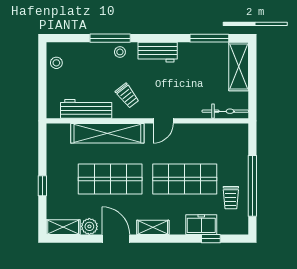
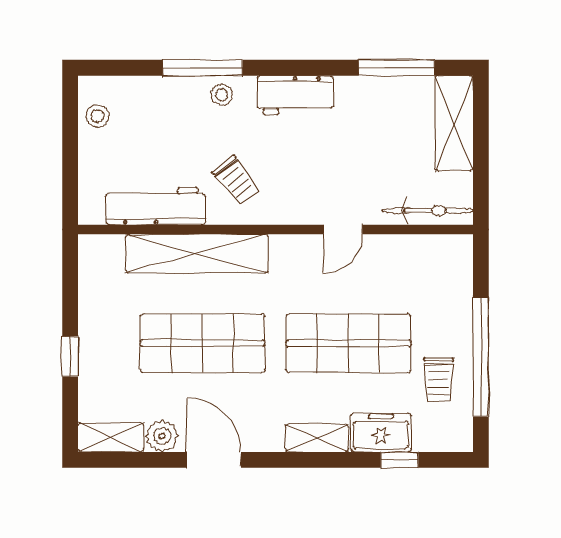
door: (163, 121) -> (343, 230), moved
shelving: (153, 227) -> (317, 438), moved

